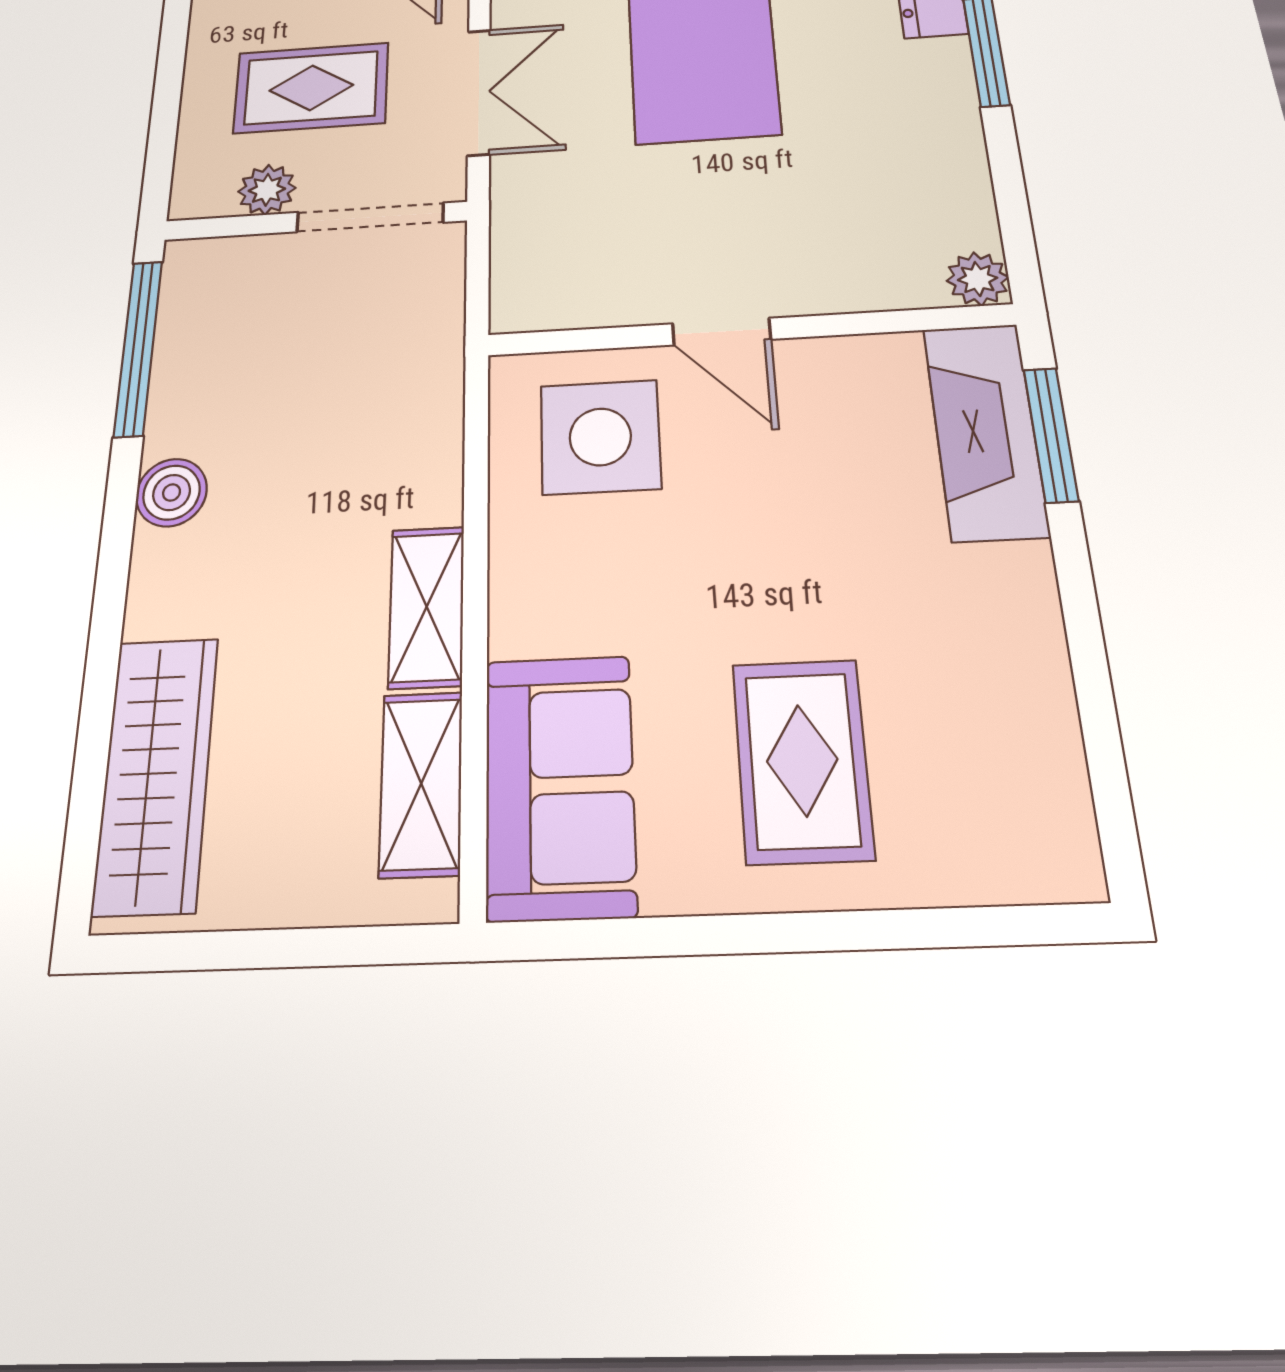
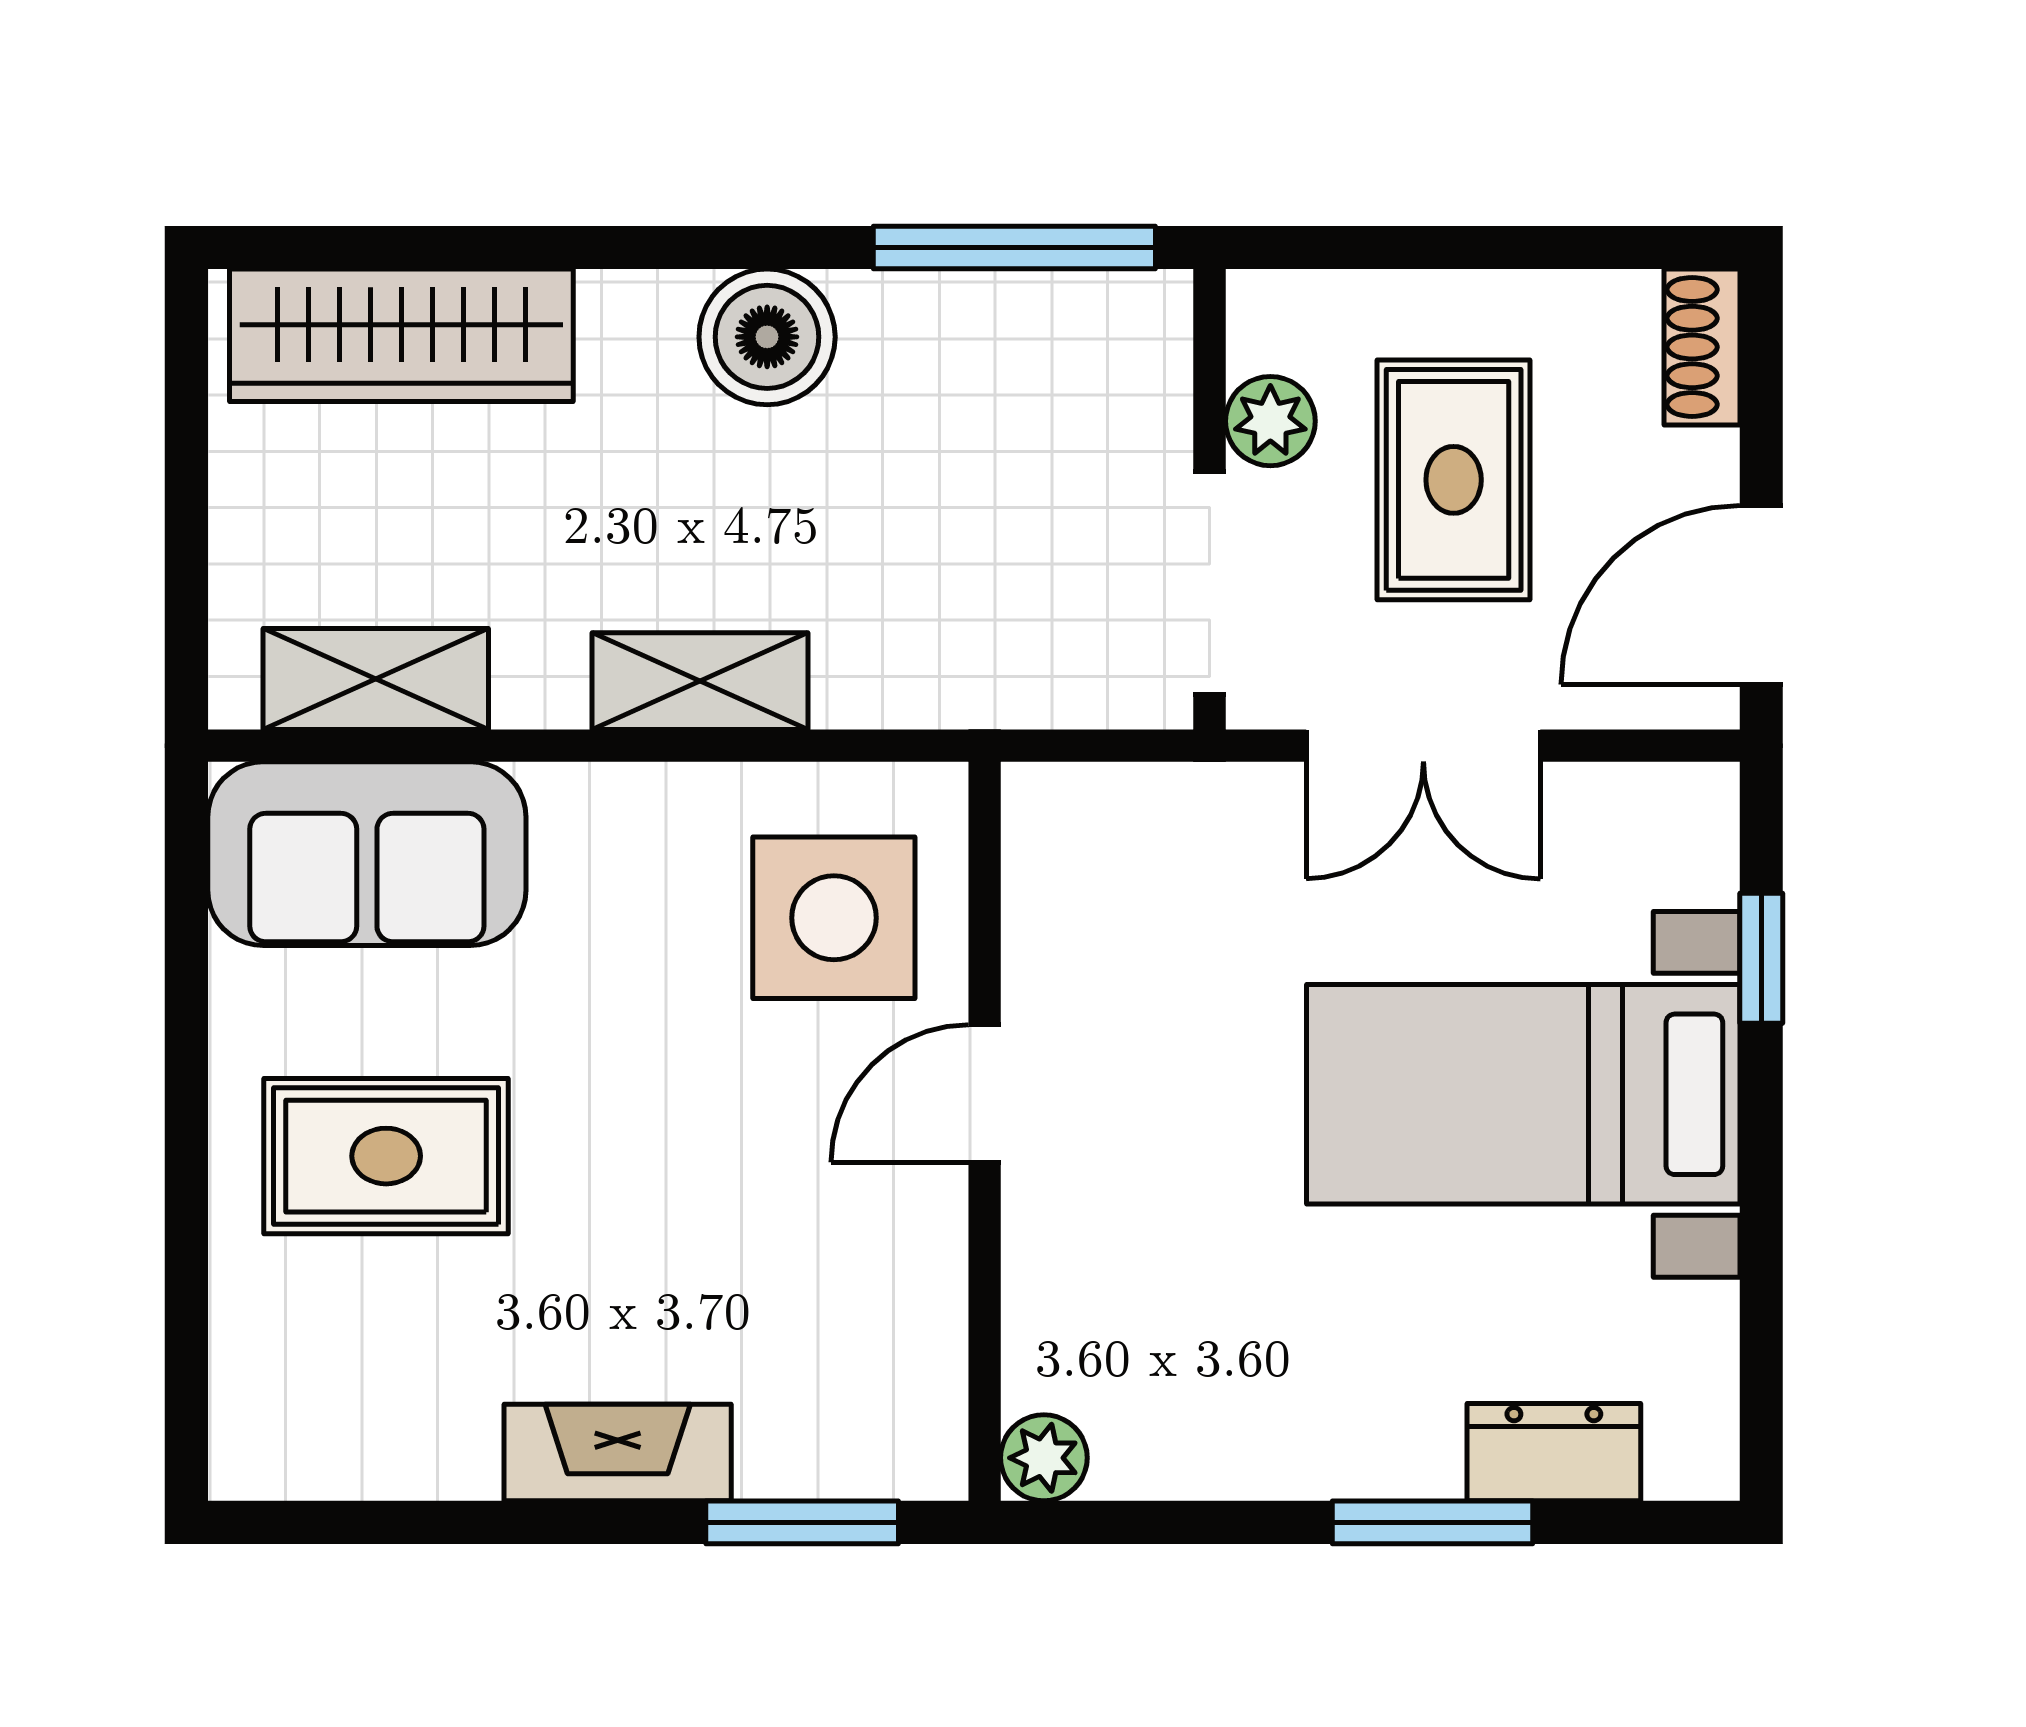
fireplace: (985, 430) -> (618, 1452), moved, width x0.73, depth x0.76
boiler: (172, 493) -> (767, 337), width x1.36, depth x1.36
shelving: (427, 607) -> (700, 681), moved

